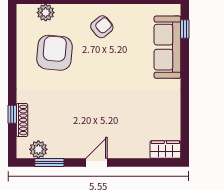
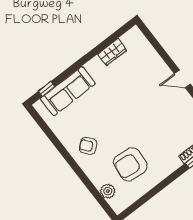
wardrobe: (165, 150) -> (112, 52), moved, turned -90

